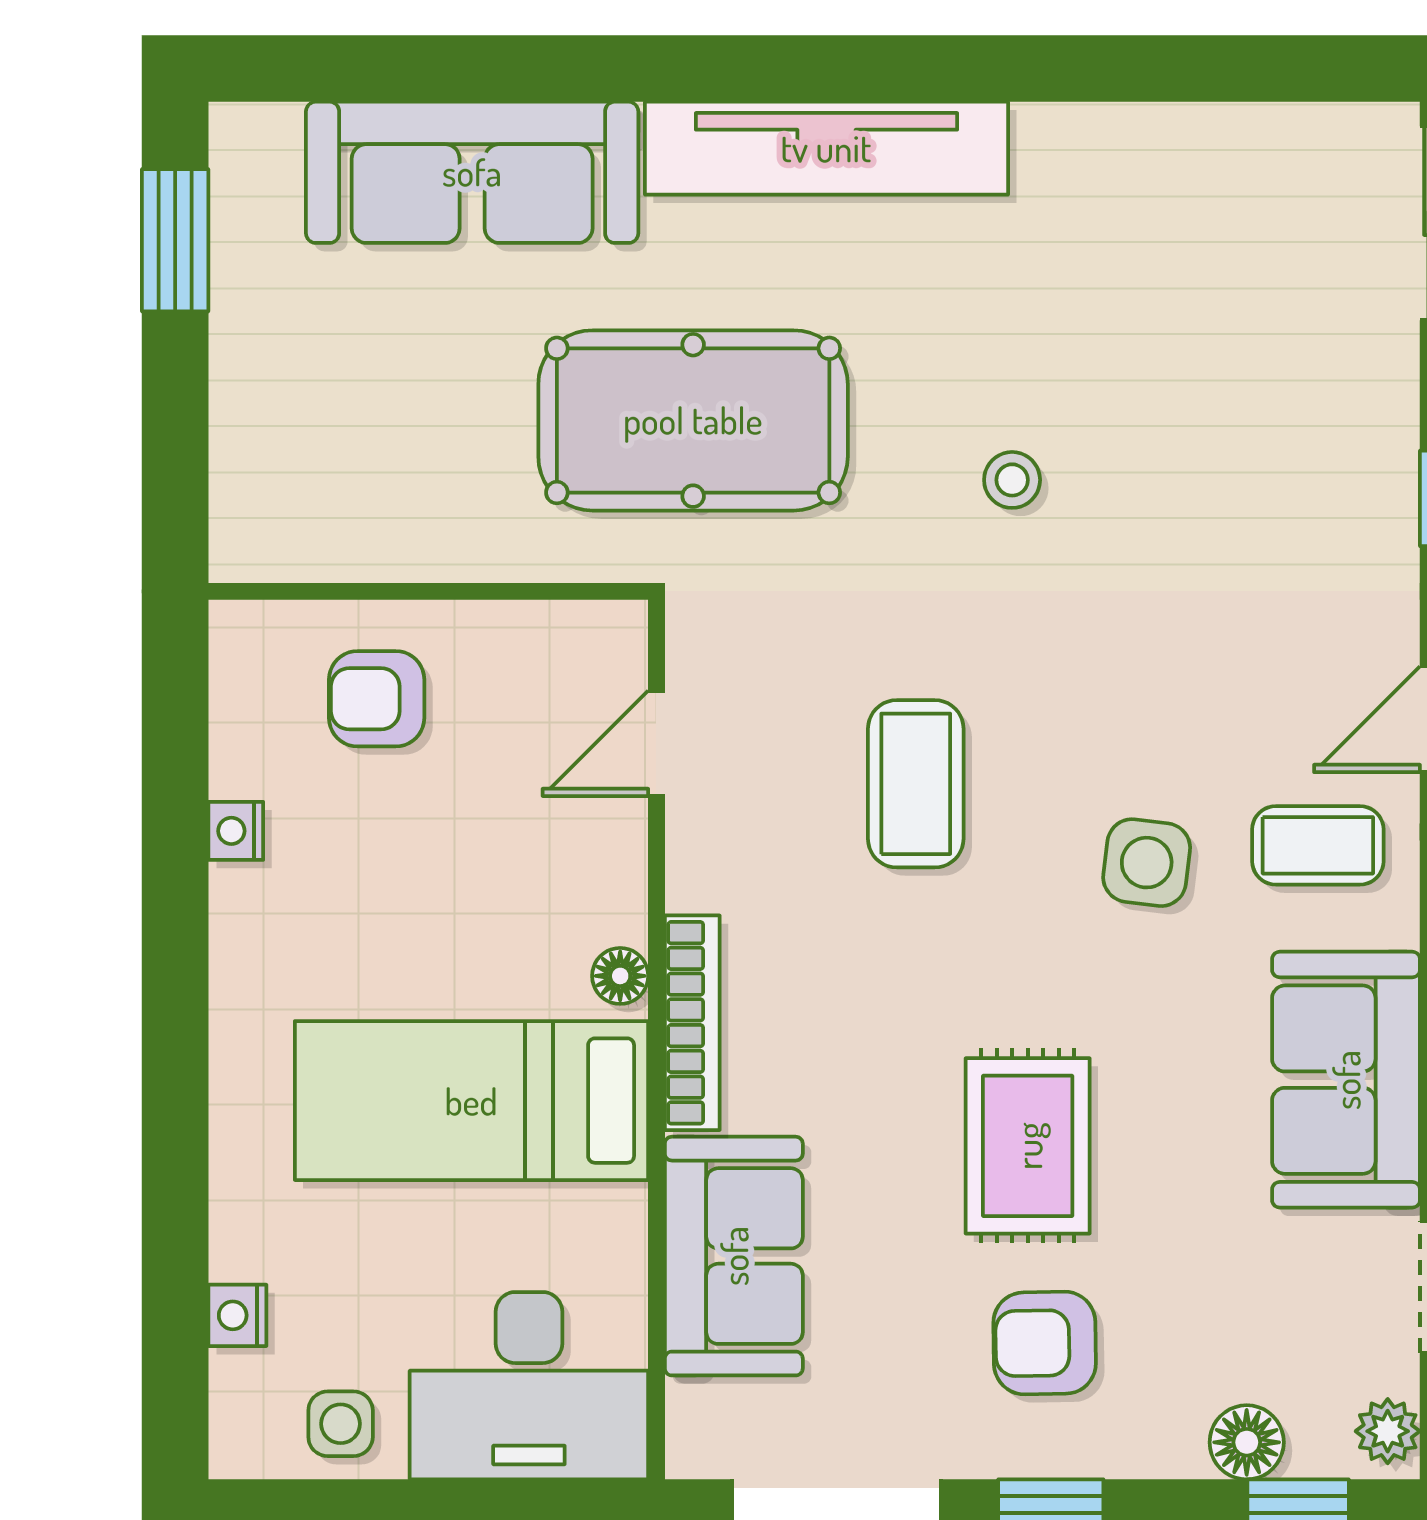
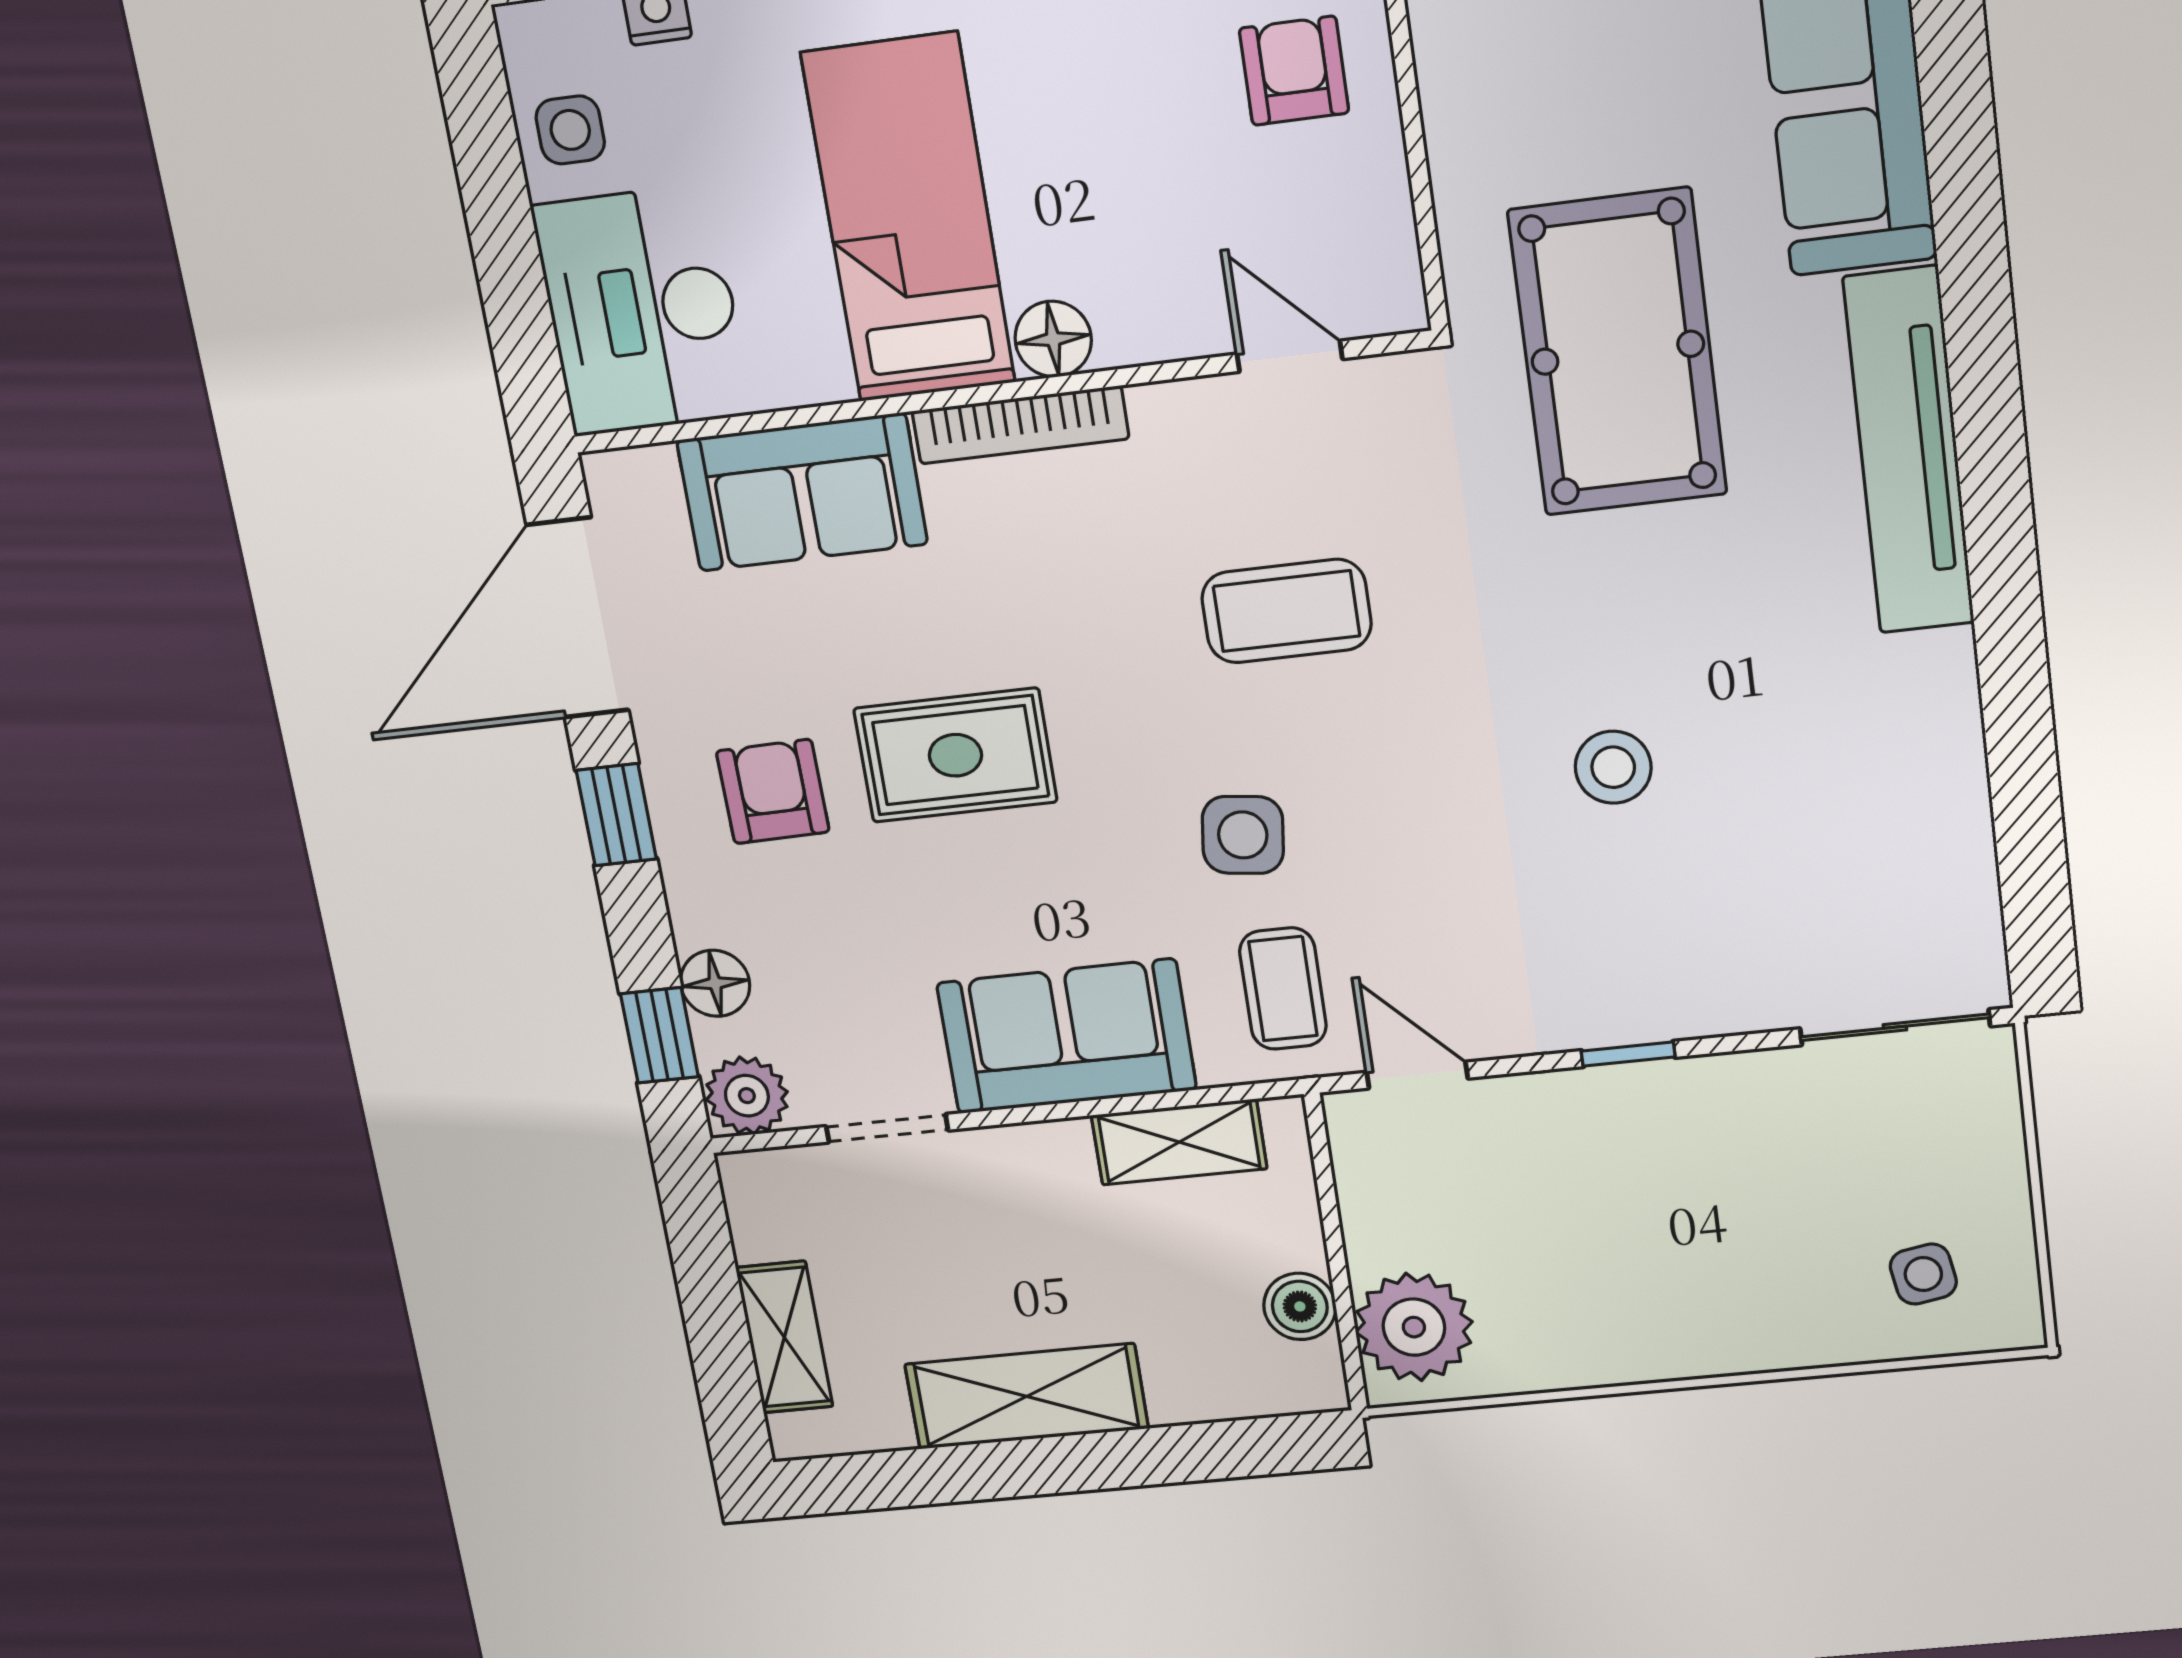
stool: (1012, 480) -> (1613, 767), moved, width x1.37, depth x1.37
floor lamp: (620, 976) -> (1053, 339), width x1.37, depth x1.37
plant: (1388, 1431) -> (747, 1096), width x1.38, depth x1.38

